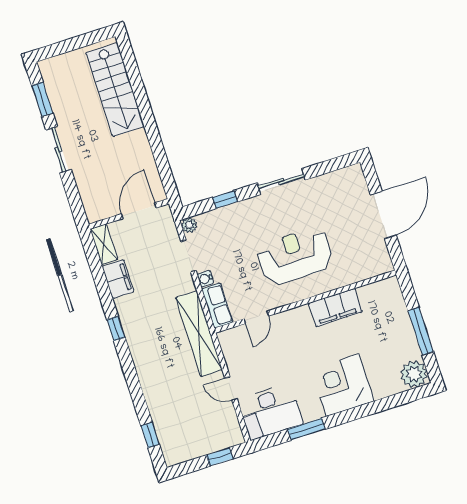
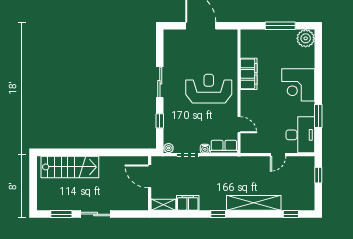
reception desk: (295, 256) -> (209, 89), turned 90
shelving: (199, 334) -> (254, 203), moved

